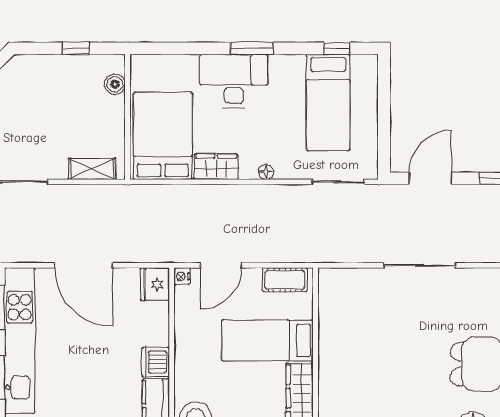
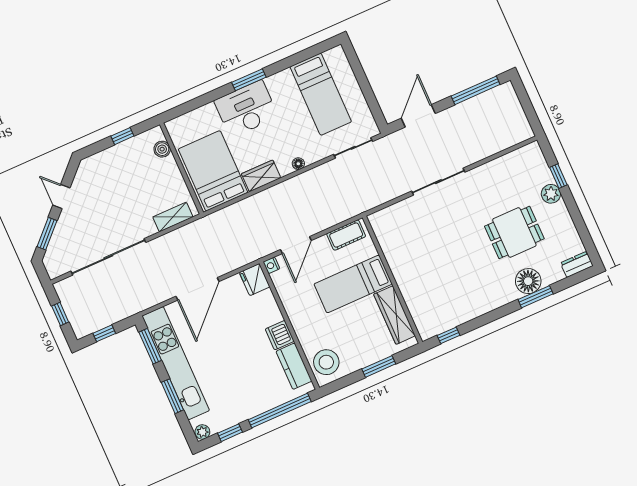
window: (336, 48) -> (309, 53), removed
door: (84, 265) -> (197, 289), hinge flipped

